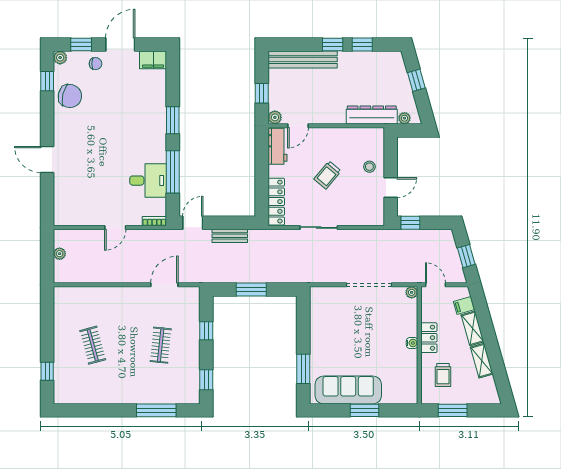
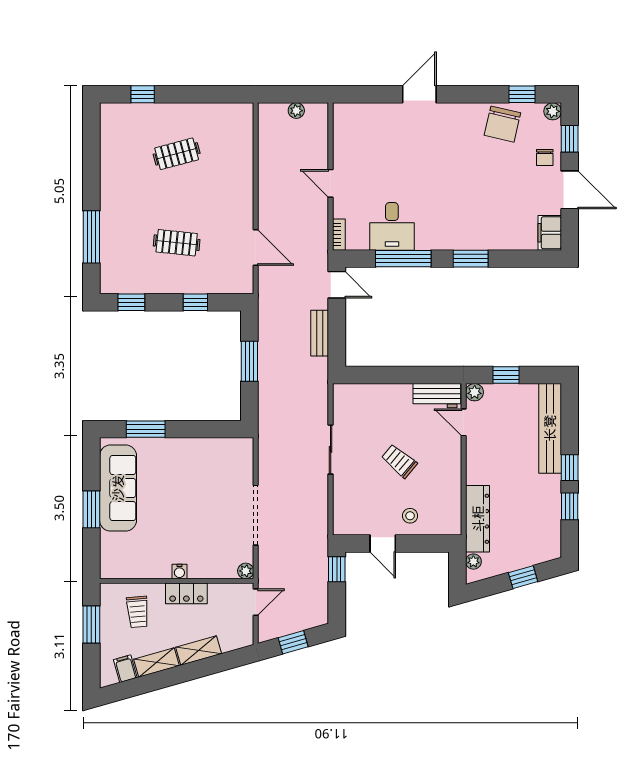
locker: (276, 202) -> (364, 394), removed
filing cabinet: (464, 305) -> (125, 669), moved
trolley: (443, 375) -> (138, 612), turned -95

